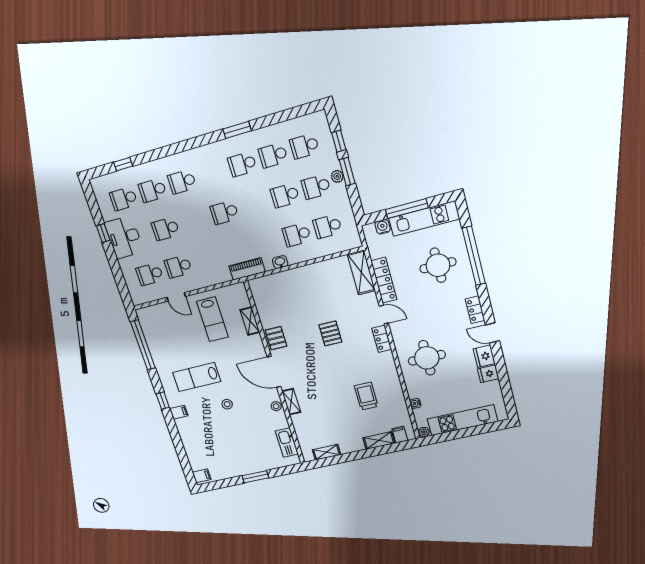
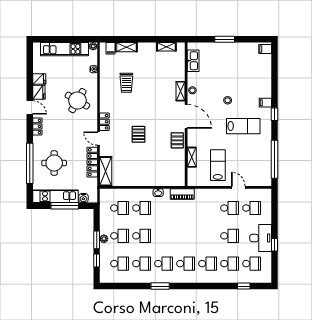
school desk: (224, 212) -> (186, 264), moved
round table: (427, 358) -> (77, 101), turned 30

